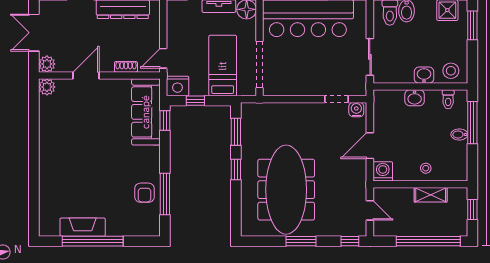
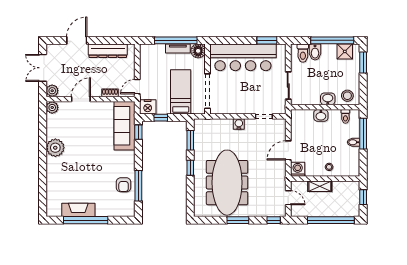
water cooler: (356, 110) -> (239, 124), moved
plant: (51, 142) -> (55, 148), added
shelving: (431, 195) -> (320, 186), moved

